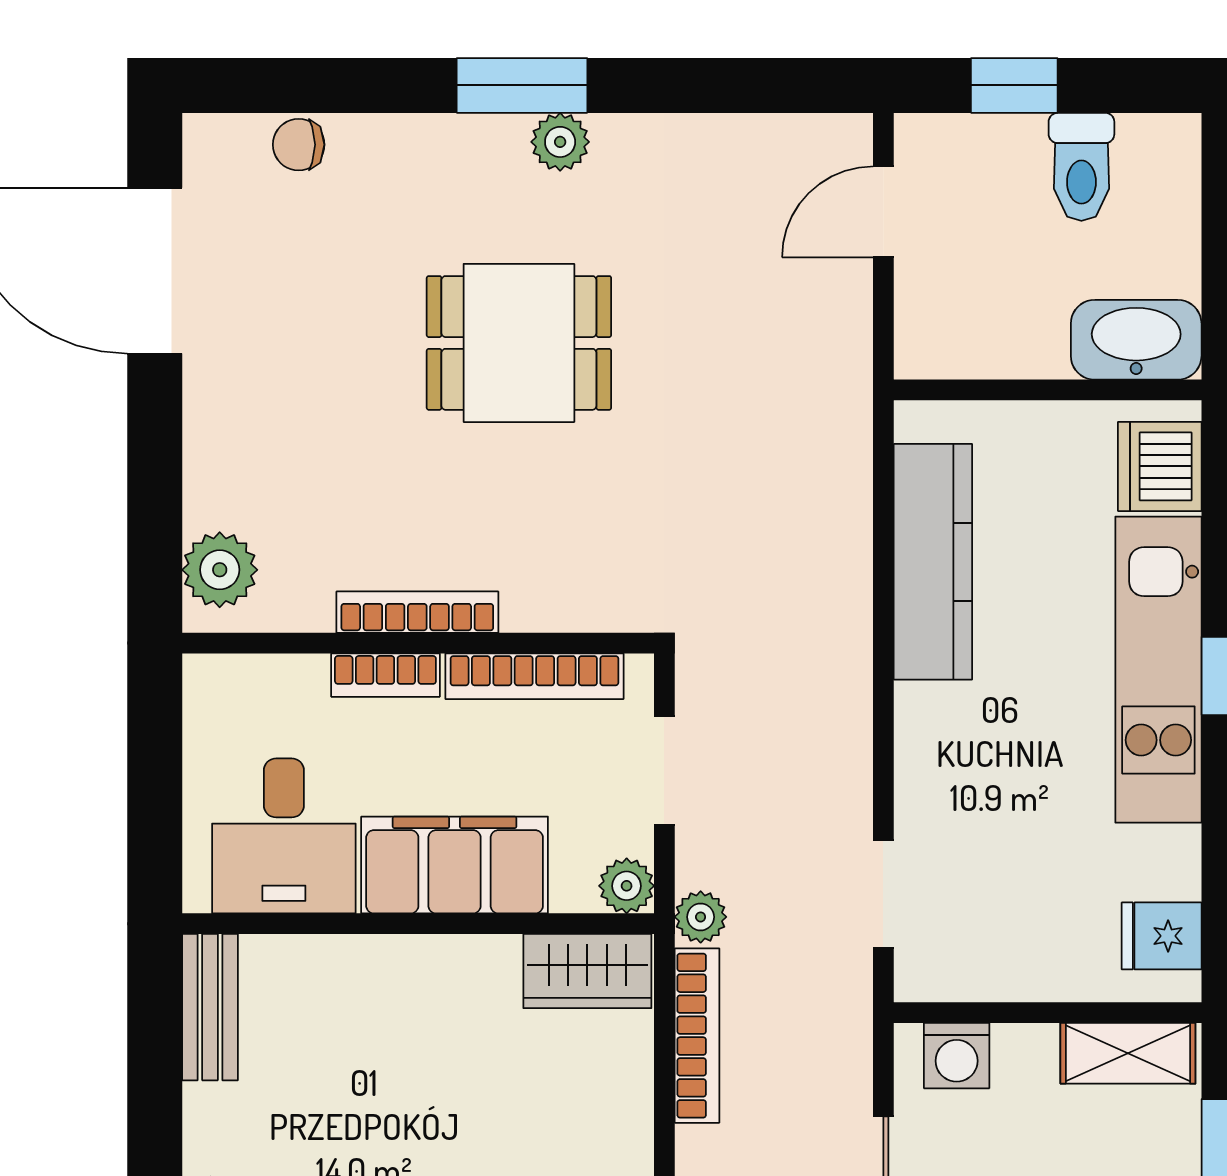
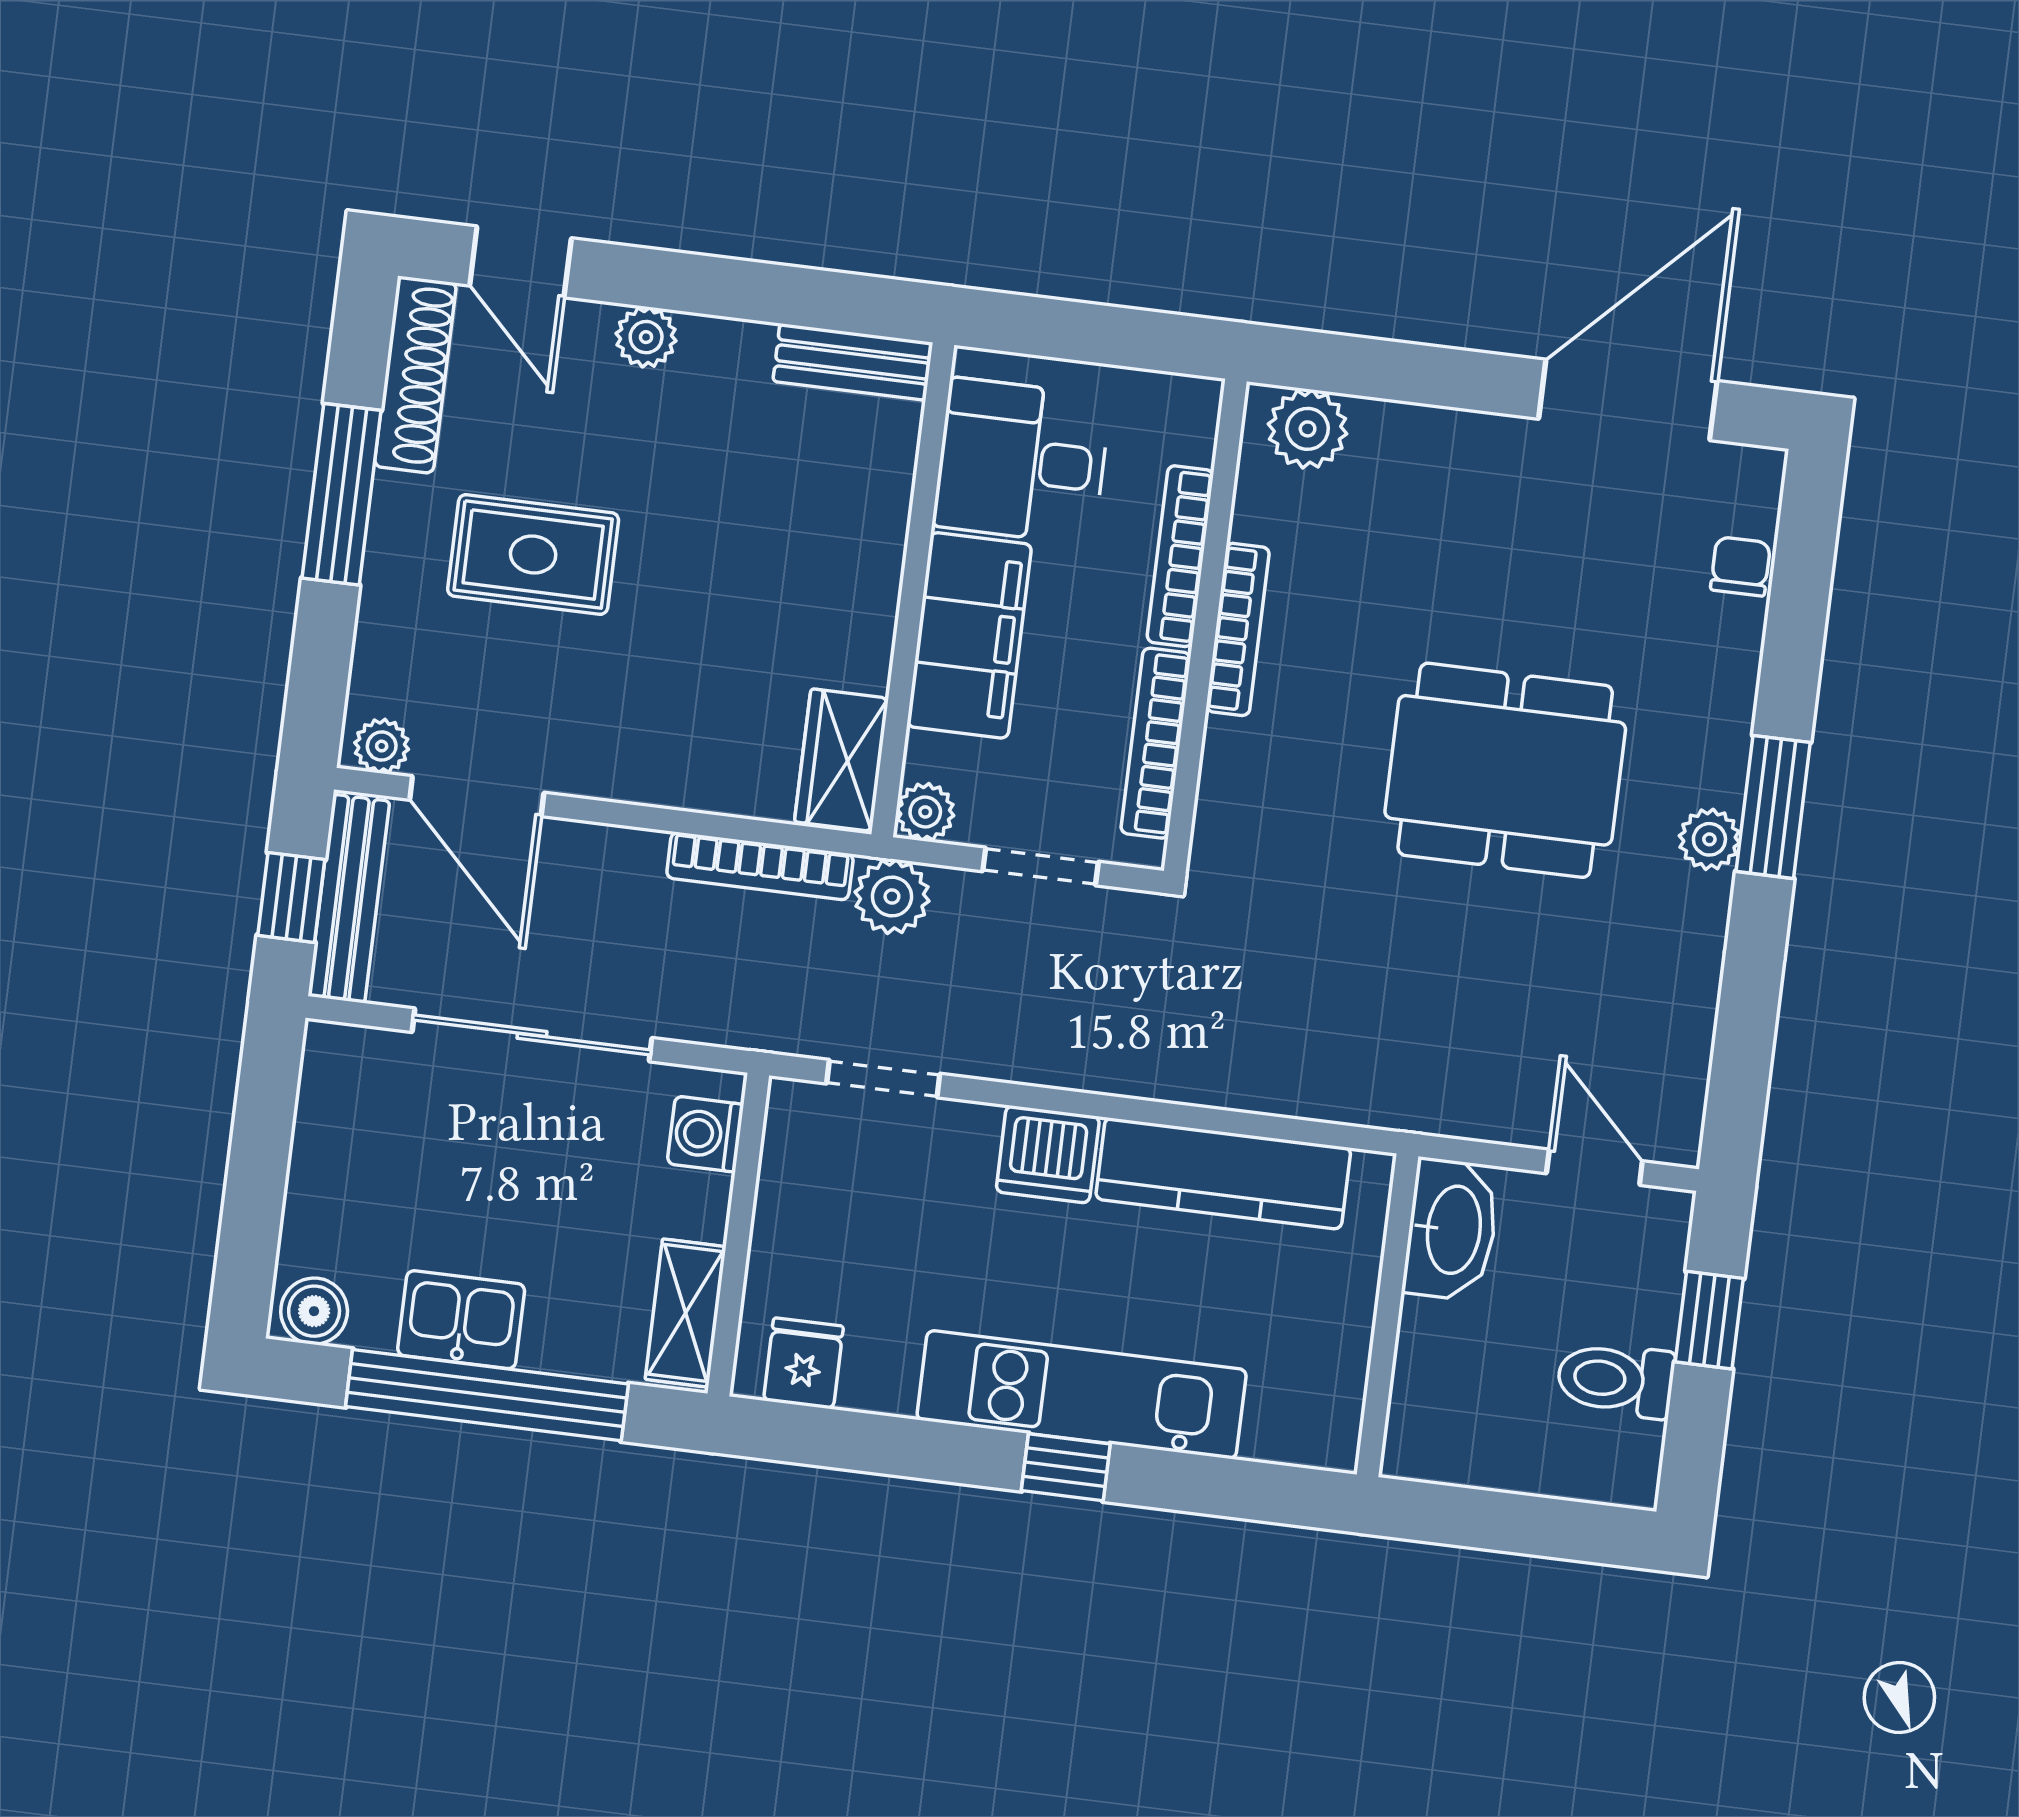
washbasin: (1136, 340) -> (1451, 1230), moved
dining table: (519, 343) -> (1505, 770), width x1.38
dishwasher: (1160, 466) -> (1048, 1154), moved, turned 180
bookcase: (385, 675) -> (1180, 556), width x1.56
plant: (701, 917) -> (892, 896), width x1.38, depth x1.38

